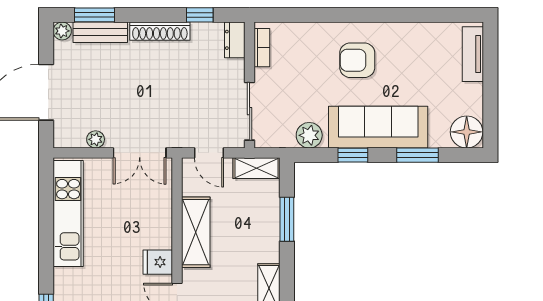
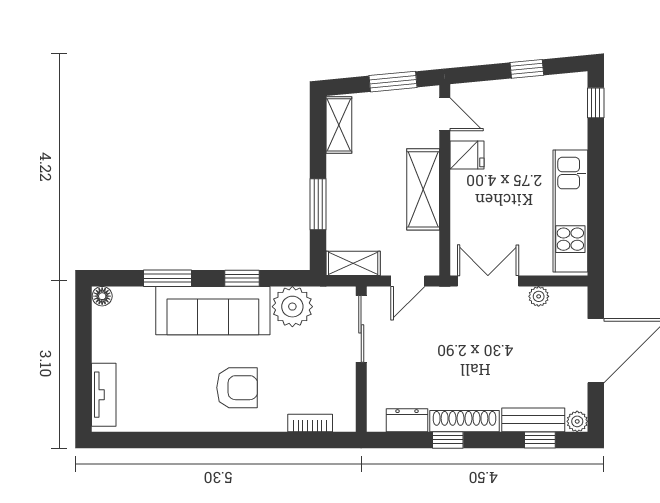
window: (94, 15) -> (540, 440), width x0.67
window: (200, 15) -> (448, 440), moved
dresser: (235, 40) -> (407, 420), moved, turned -90
bookcase: (262, 48) -> (310, 423), moved, turned 90
floor lamp: (467, 132) -> (102, 296), width x0.53, depth x0.53
plant: (309, 135) -> (292, 307), width x1.36, depth x1.36
door: (209, 153) -> (408, 281), swing flipped

